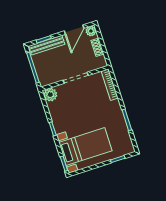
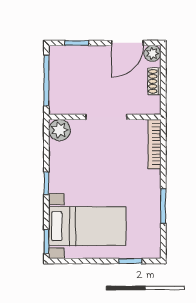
bench: (47, 45) -> (78, 53), removed

